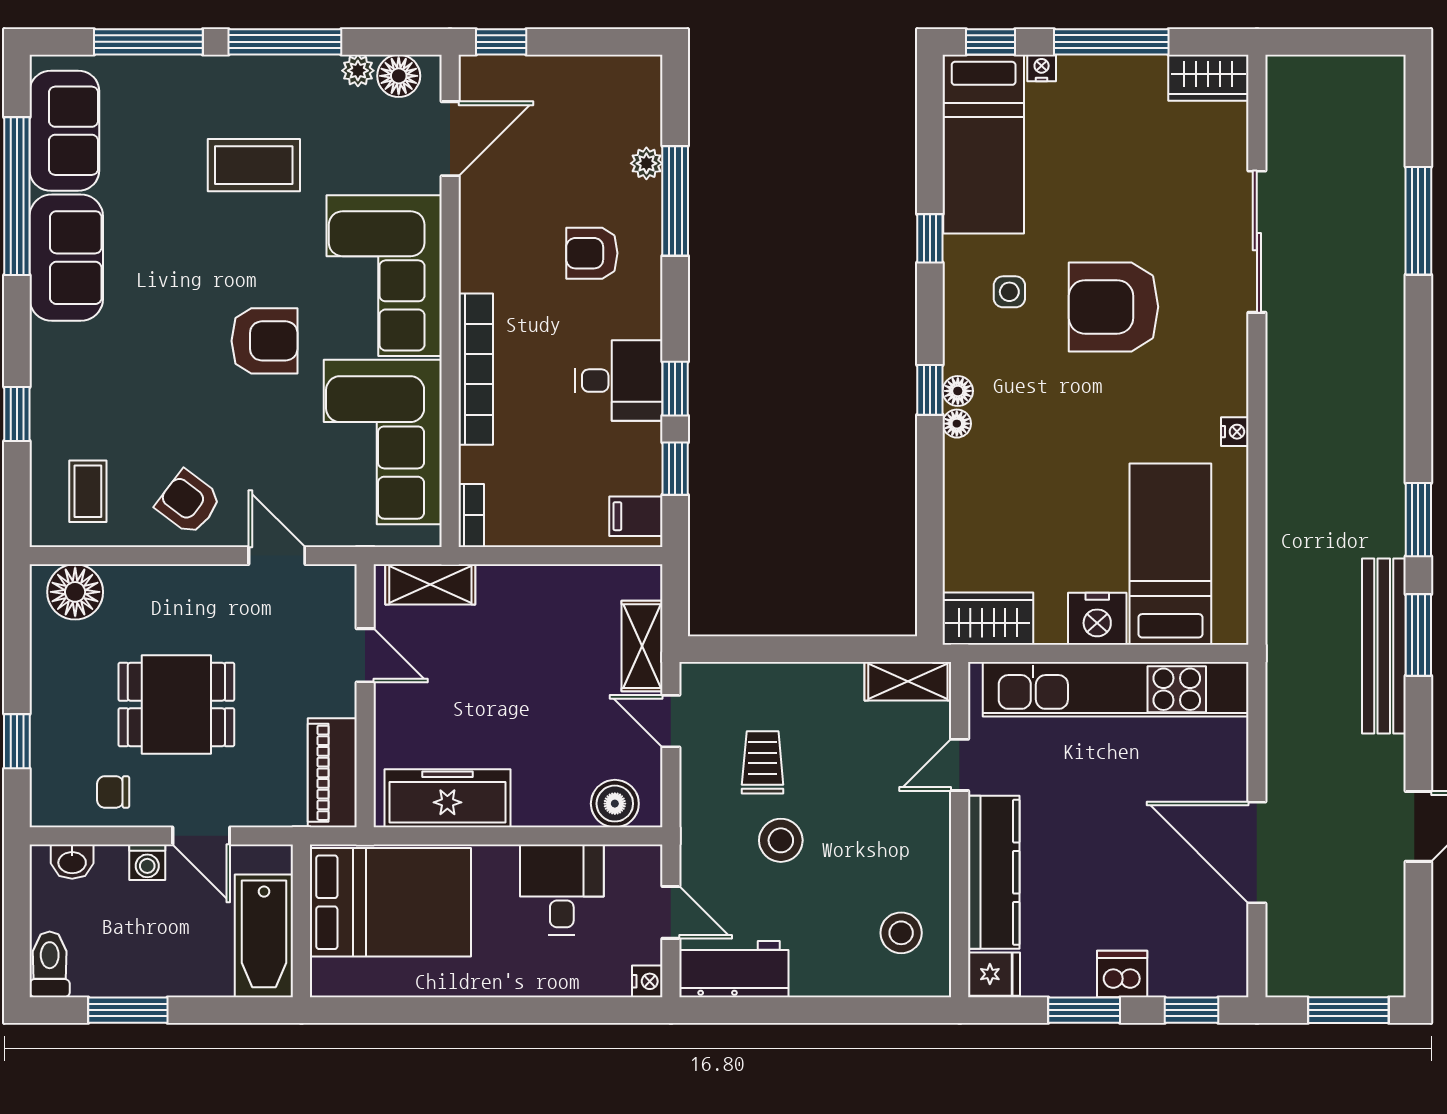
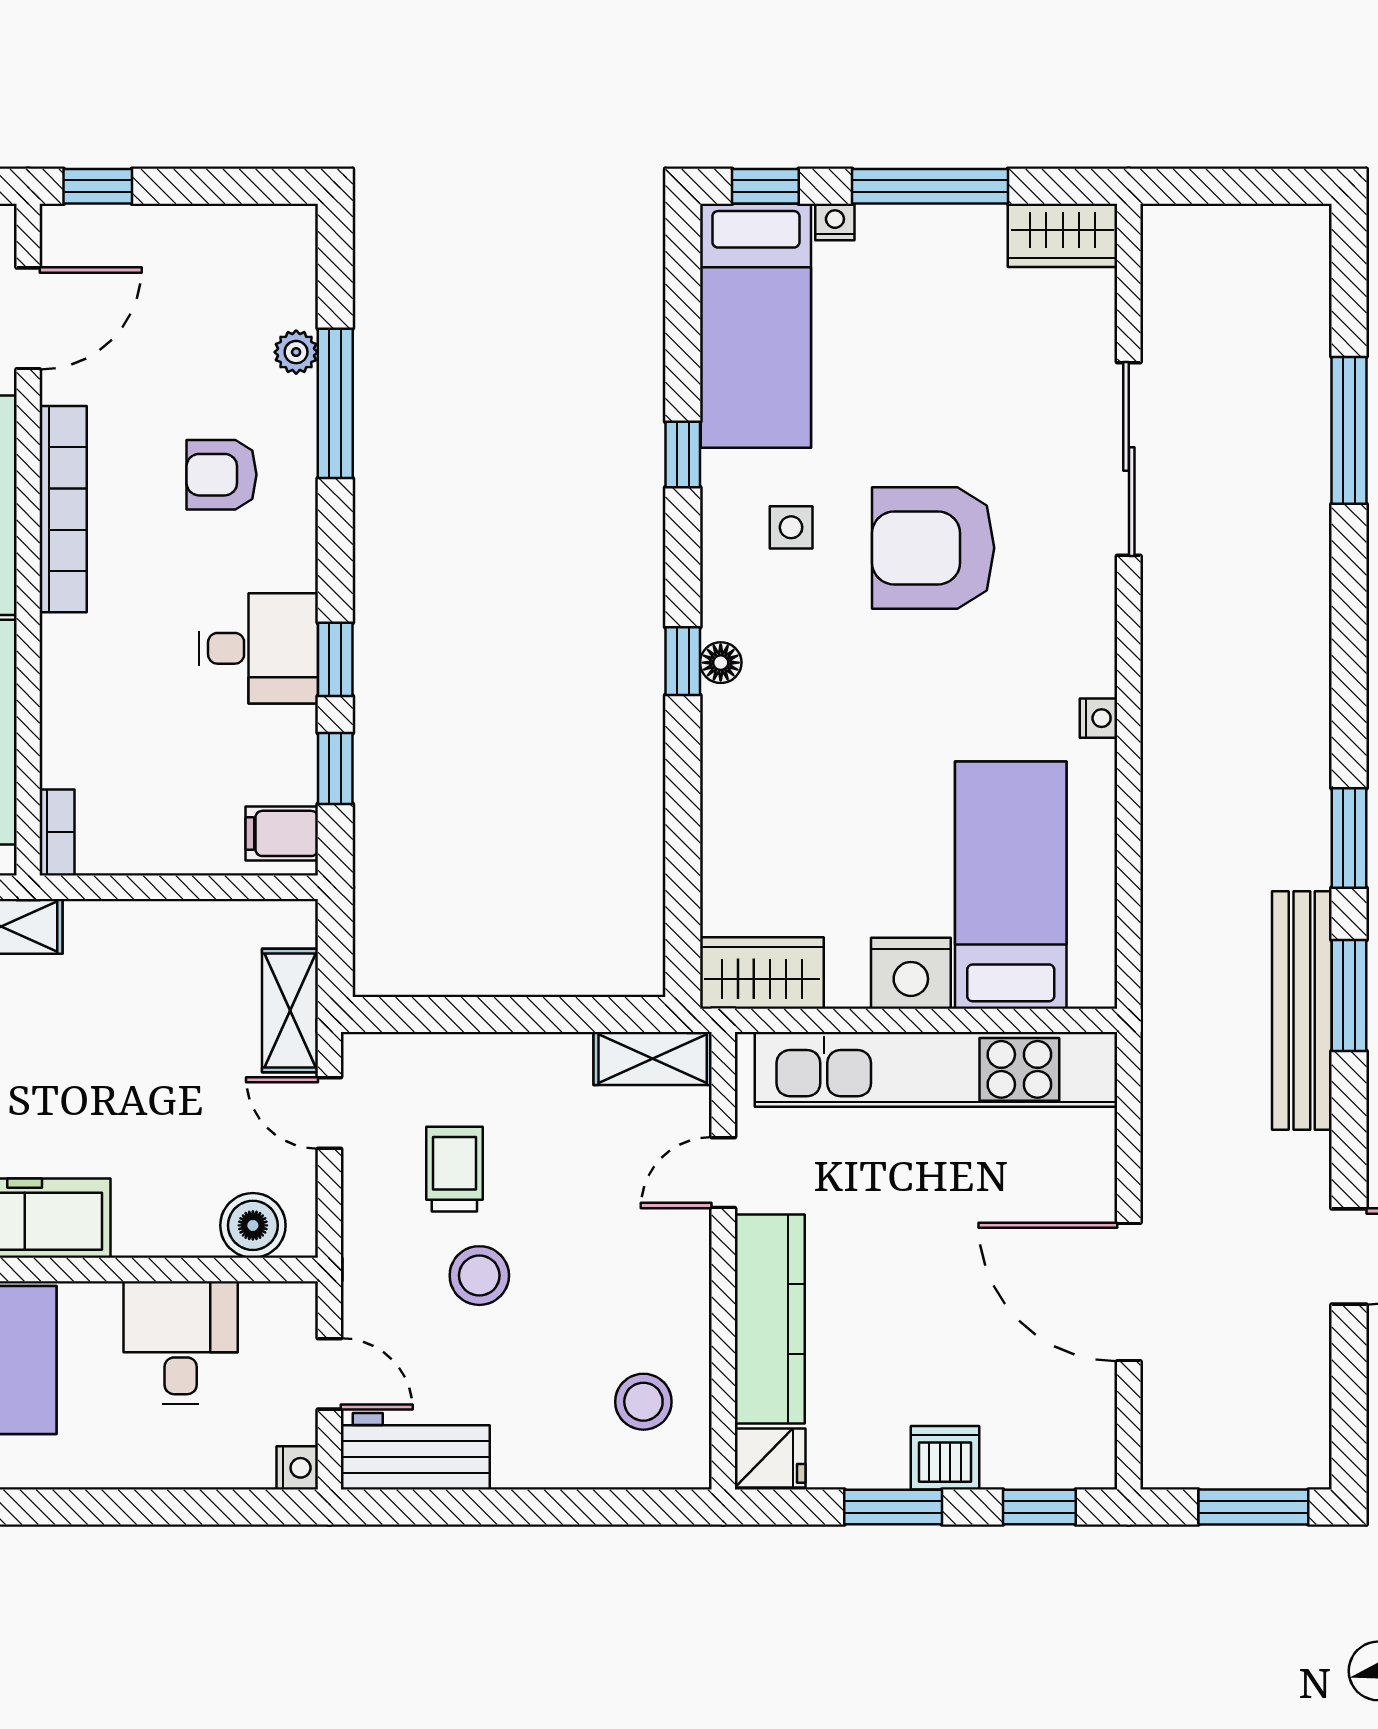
bookcase: (476, 369) -> (63, 509), moved
floor lamp: (957, 424) -> (719, 707), removed

